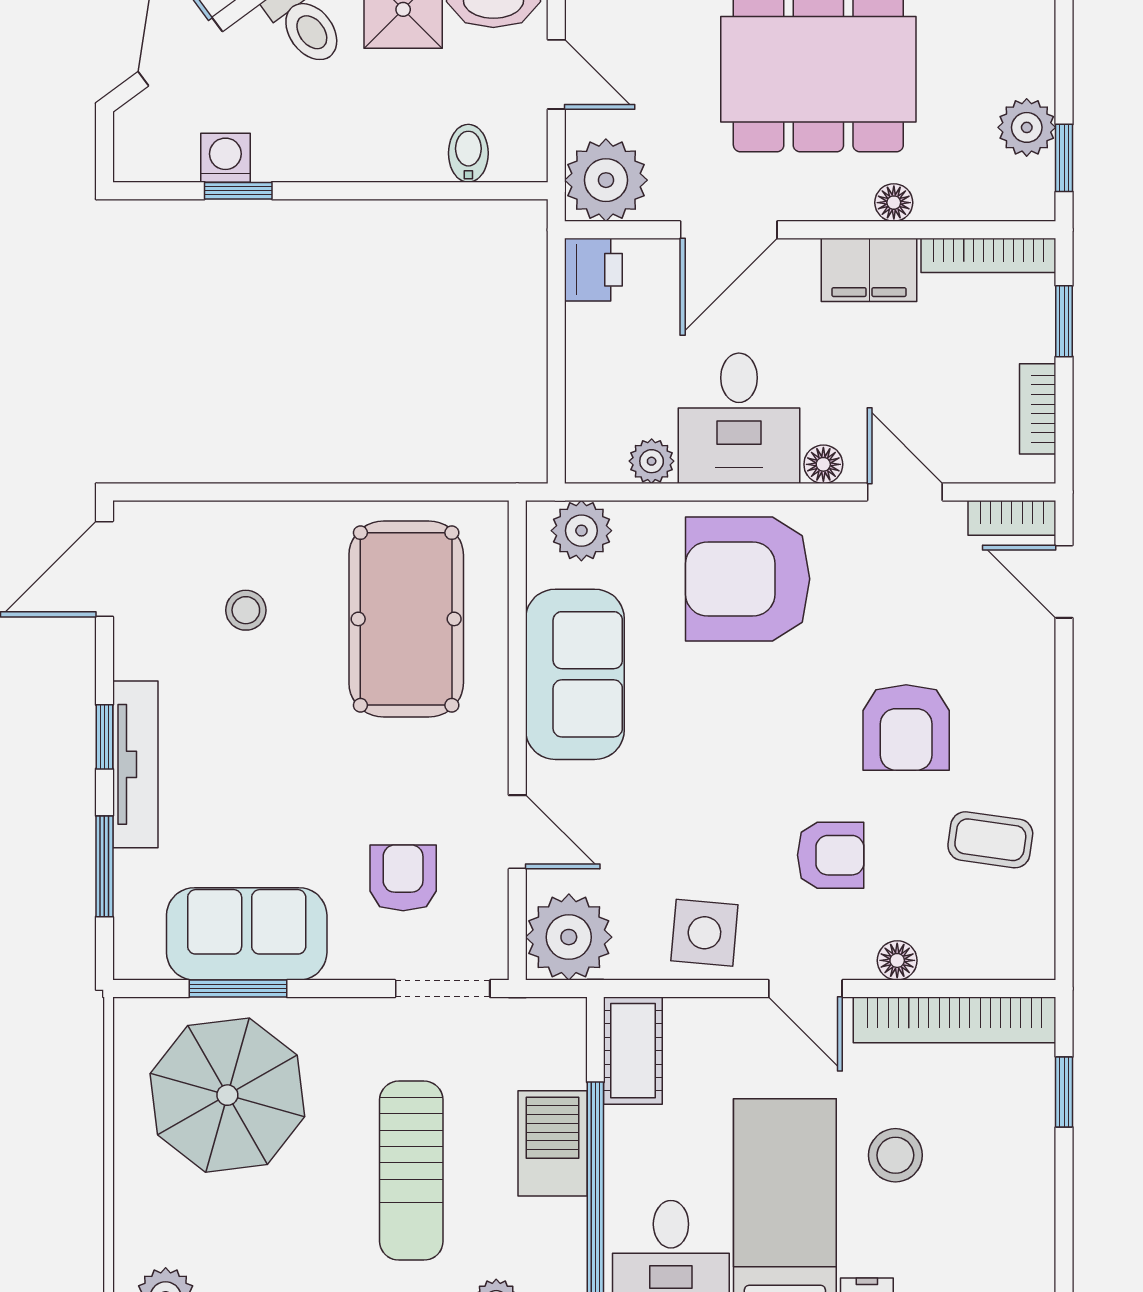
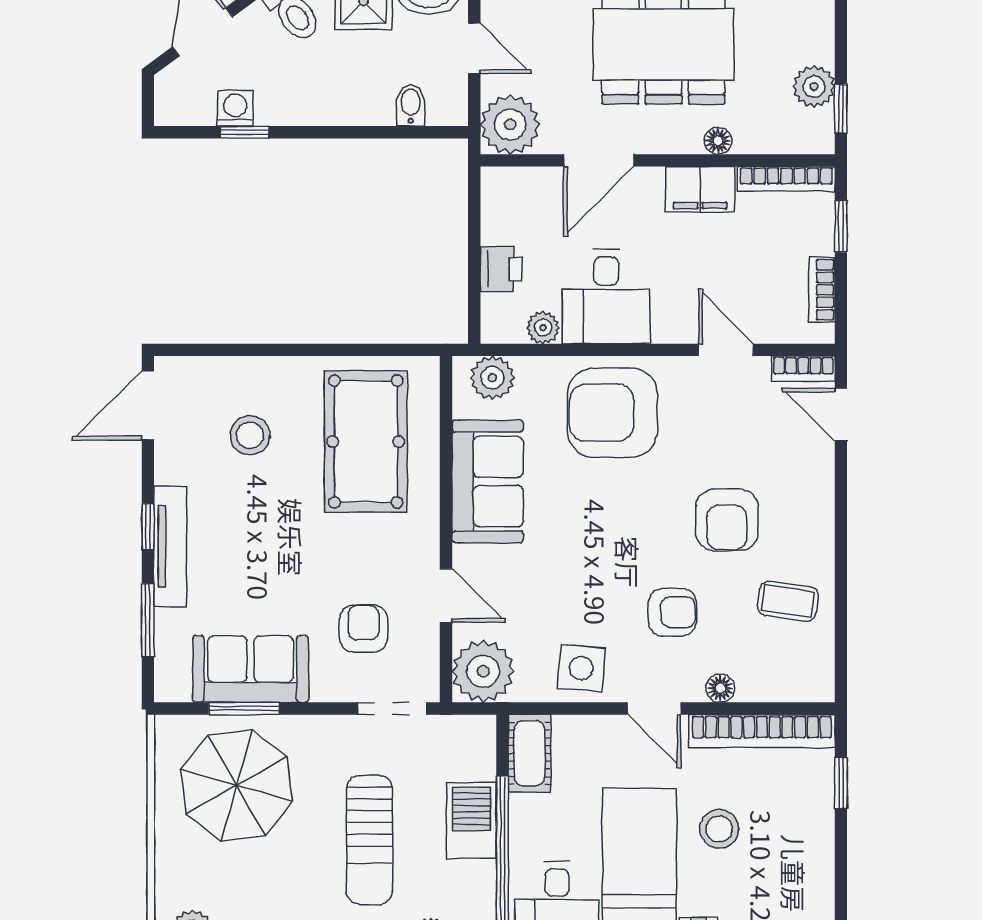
printer: (593, 270) -> (501, 269), moved
floor lamp: (823, 464) -> (667, 330), removed
stool: (246, 610) -> (250, 435), width x1.37, depth x1.37

